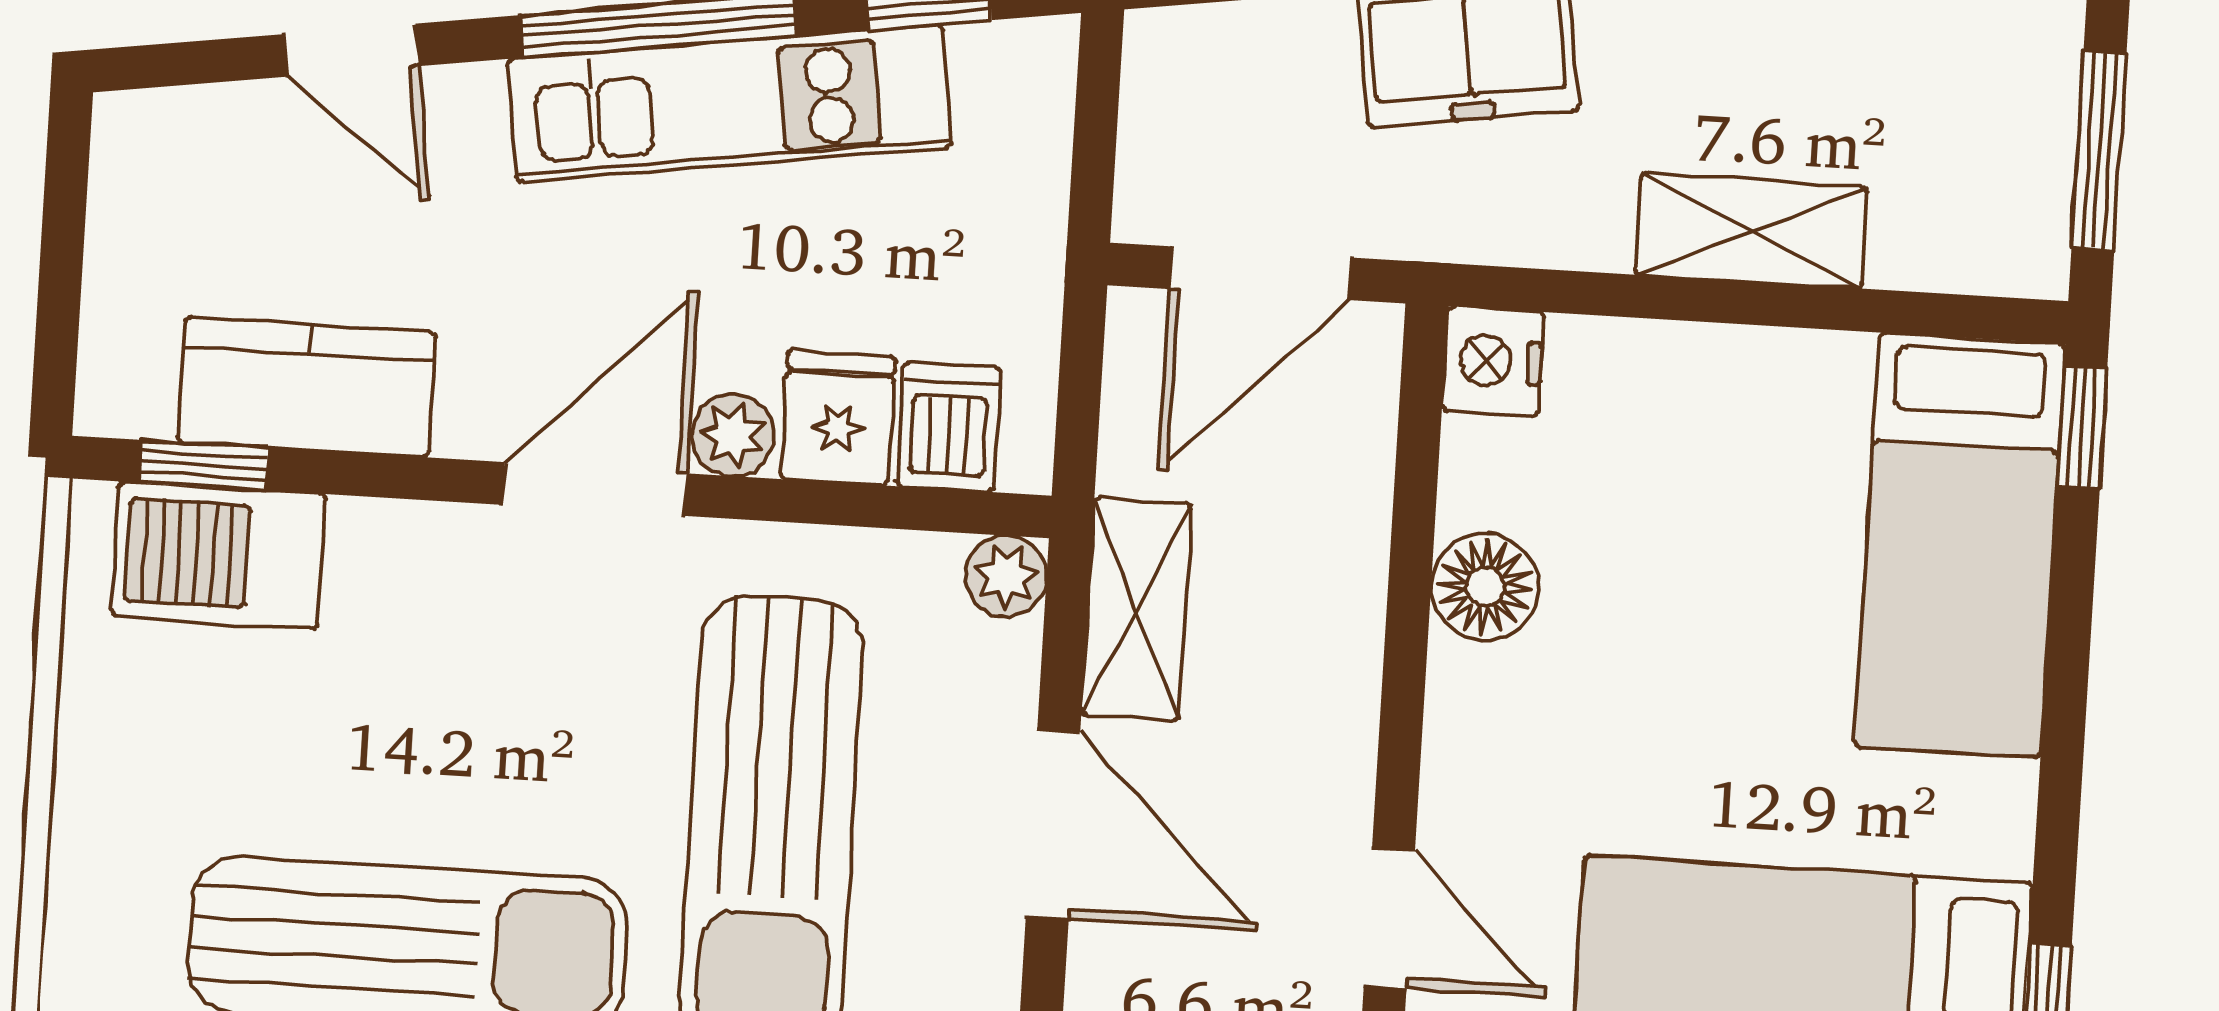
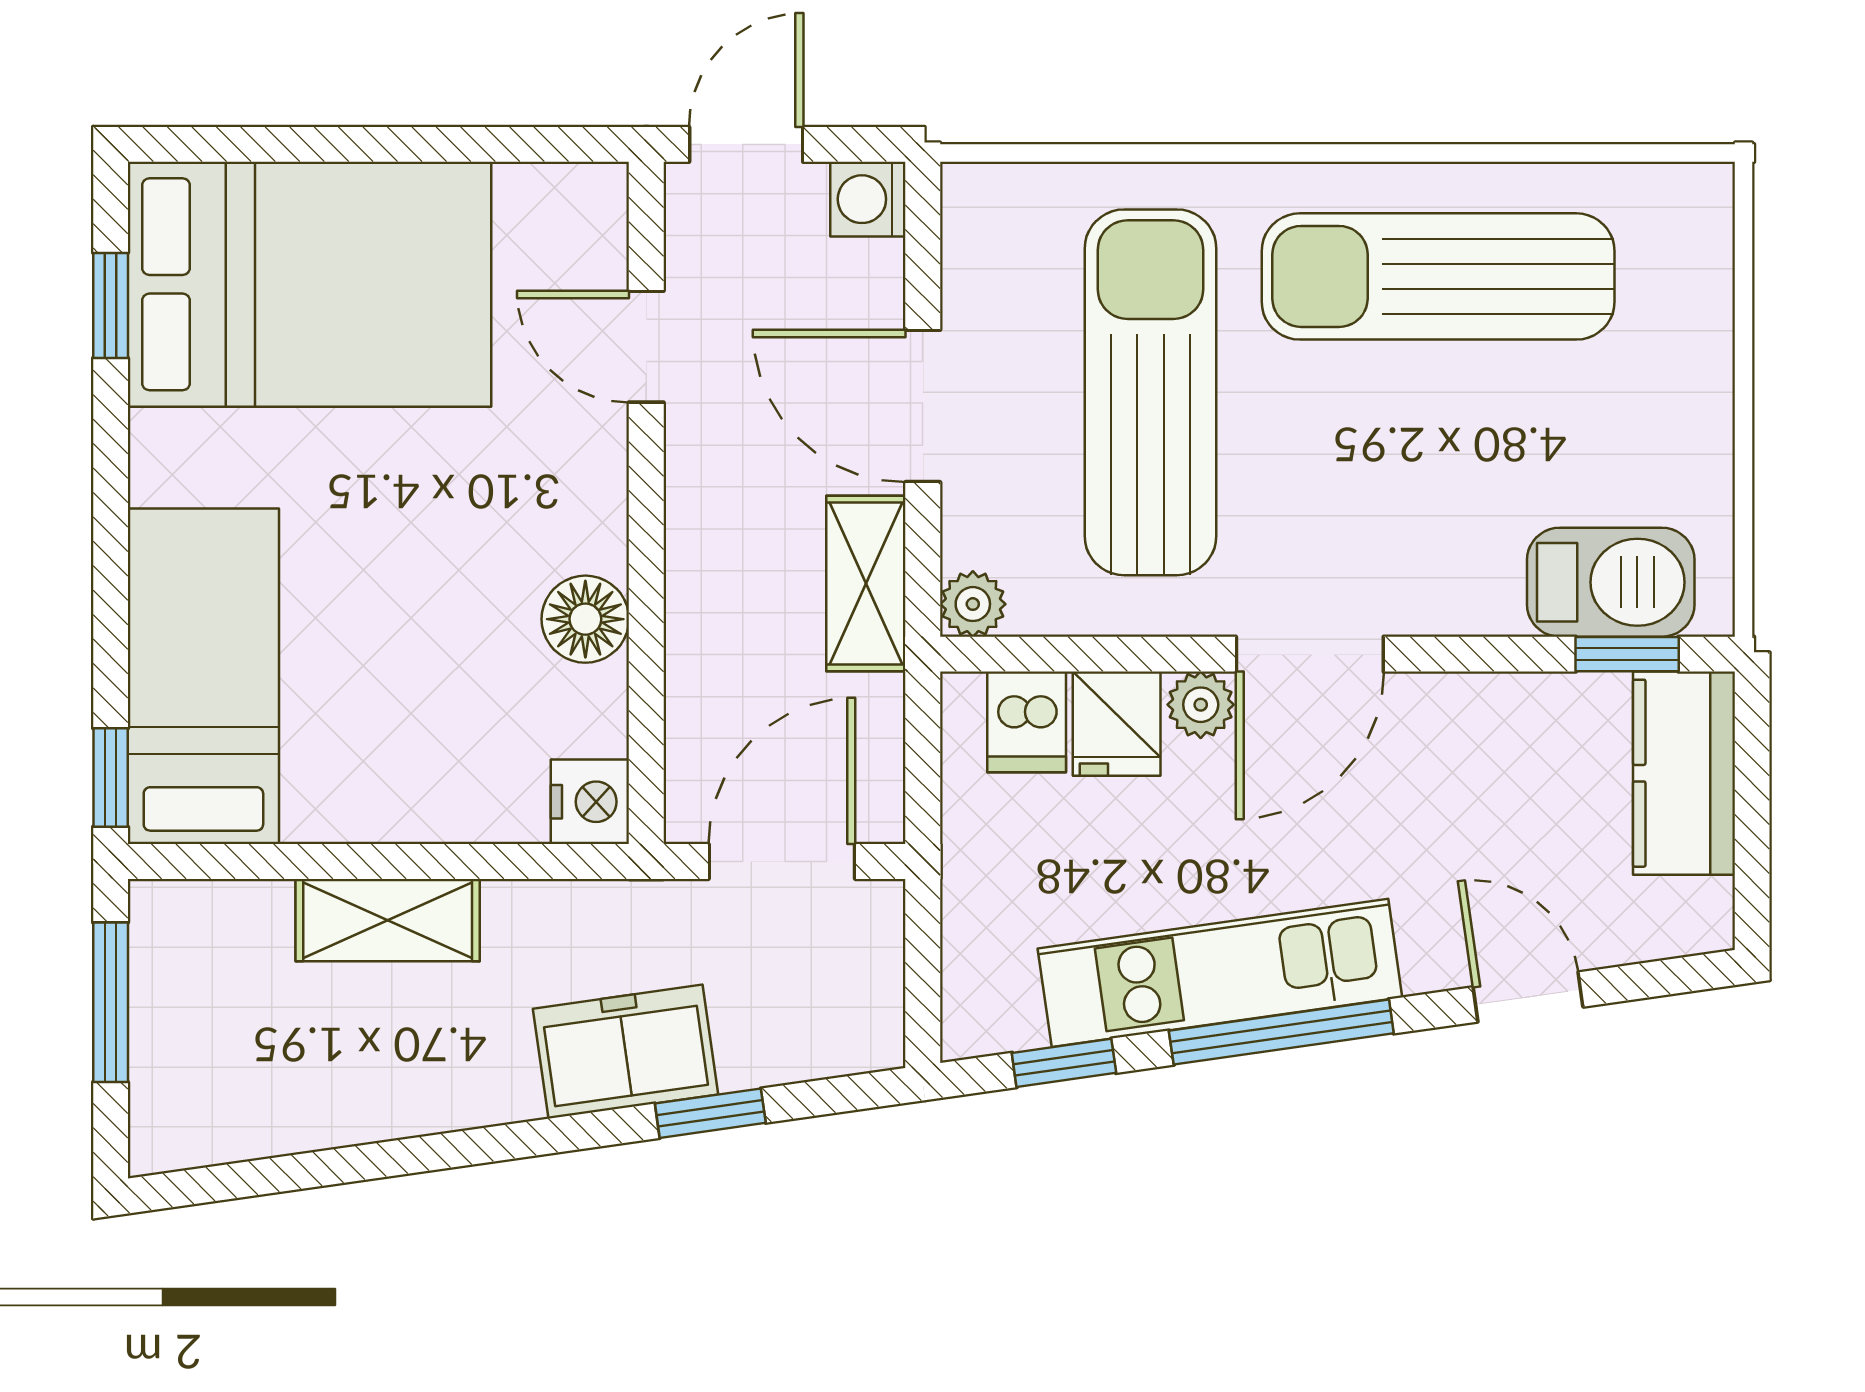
kitchen counter: (306, 387) -> (1684, 773), moved, turned 90

